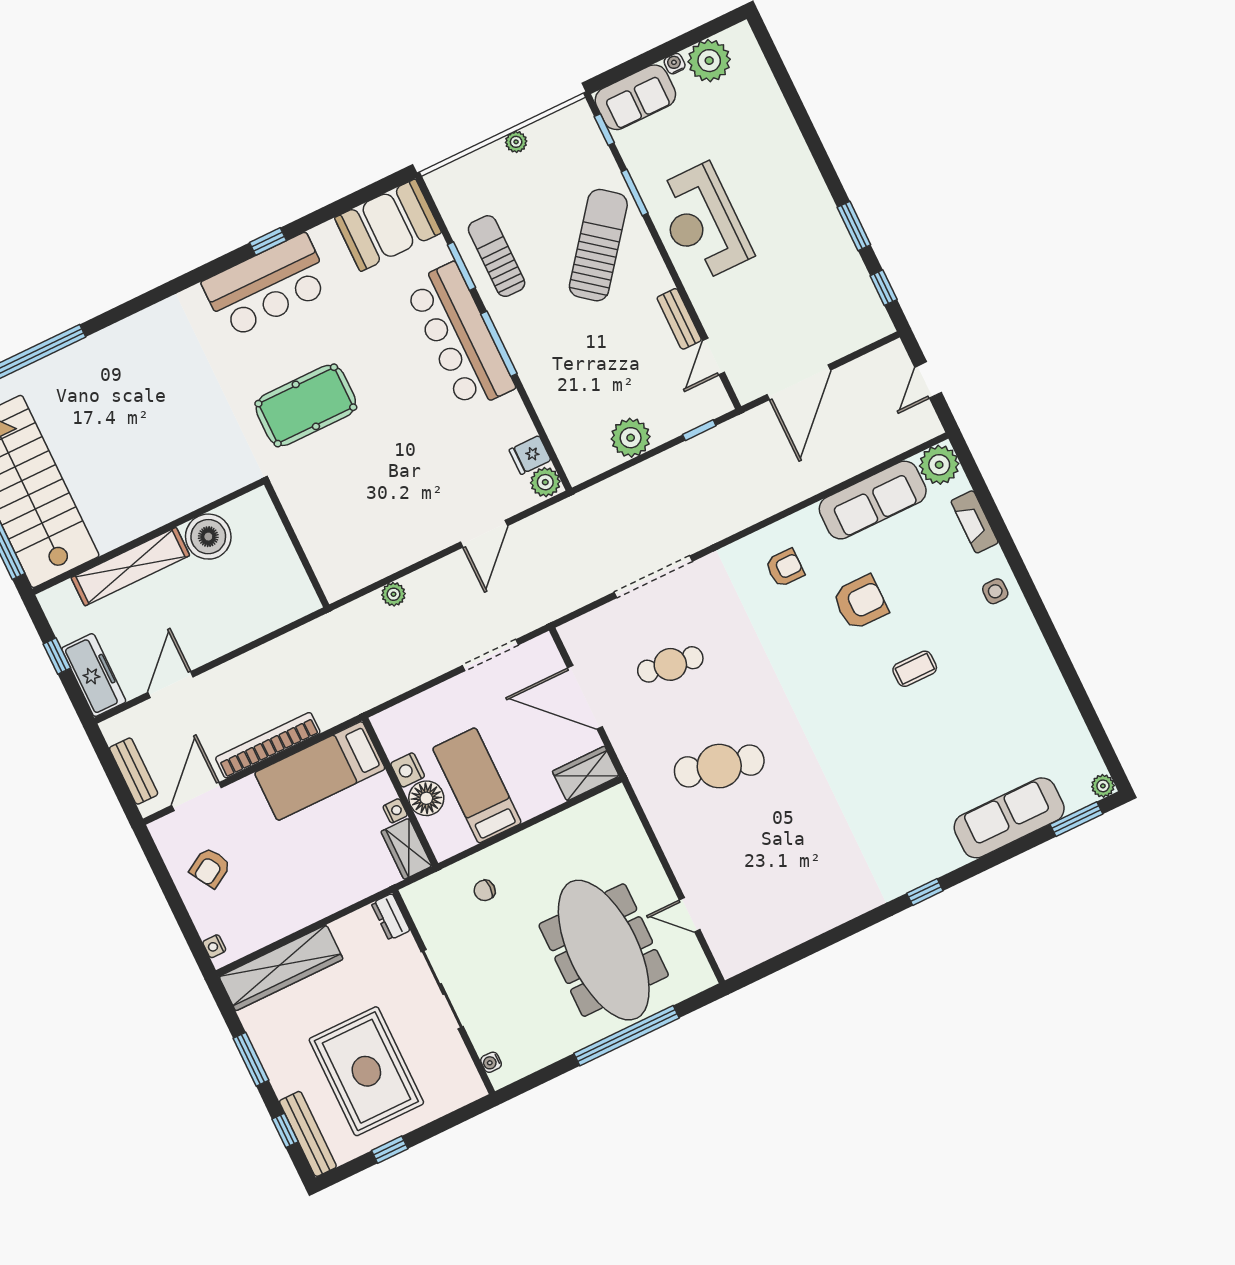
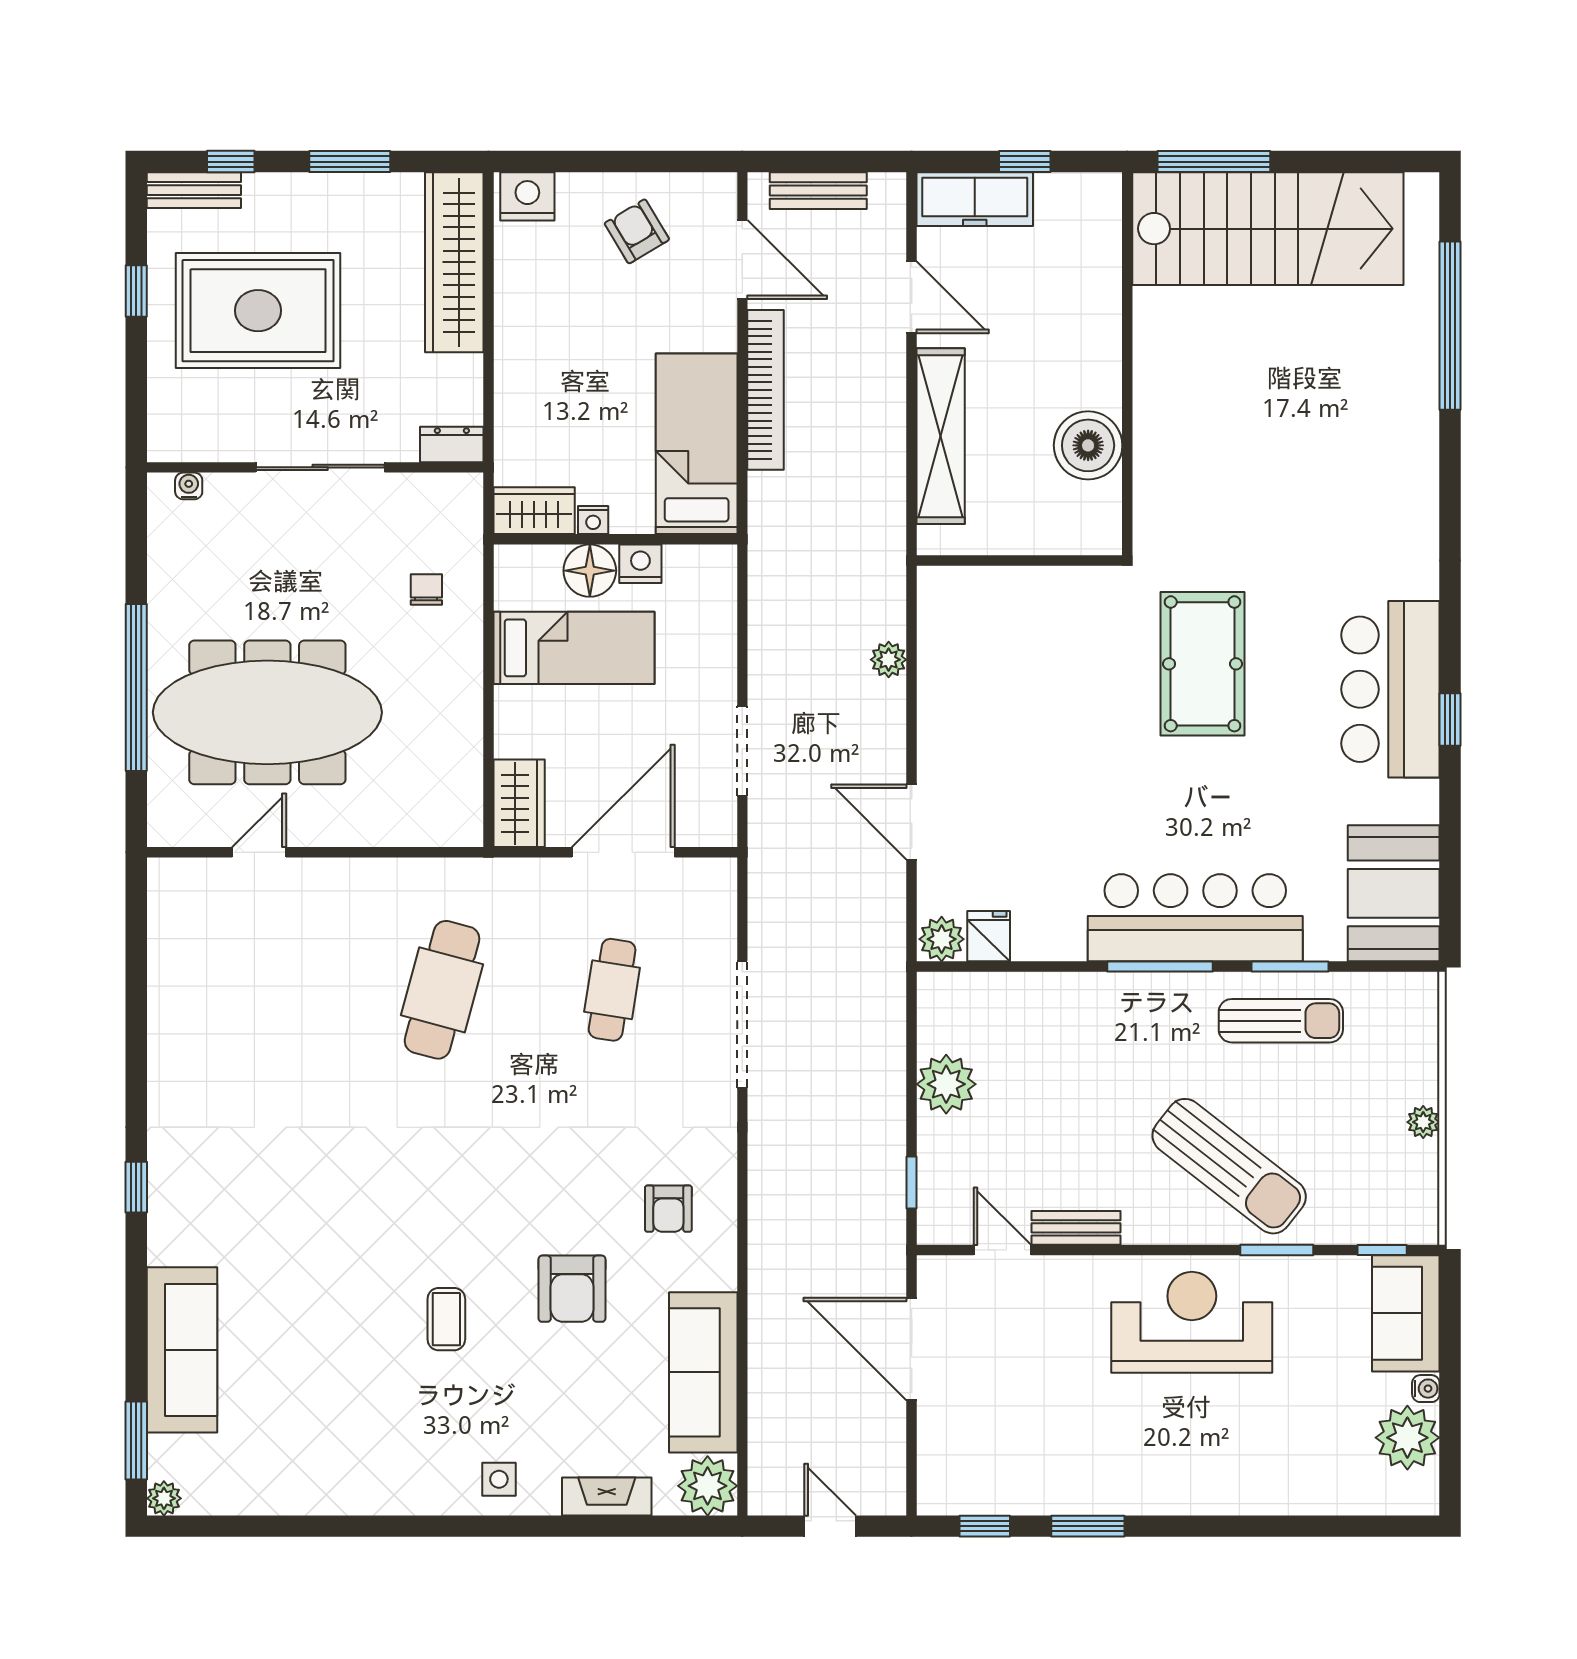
shelving: (130, 567) -> (941, 436), moved
nightstand: (214, 946) -> (527, 196), width x1.89, depth x1.79
bench: (308, 1134) -> (194, 190), width x0.73

